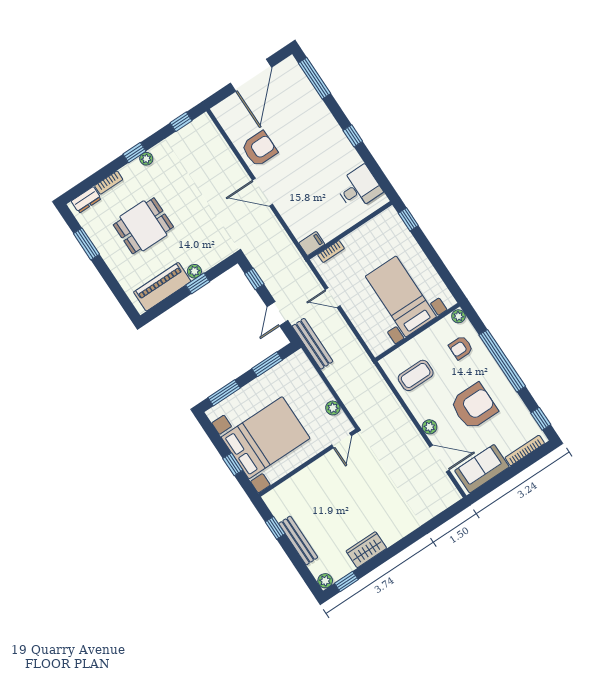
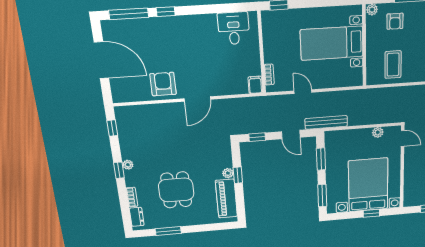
window: (353, 136) -> (166, 12), moved
door: (333, 298) -> (303, 92), swing flipped

